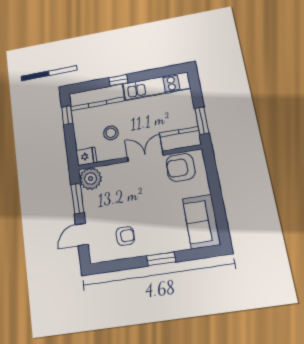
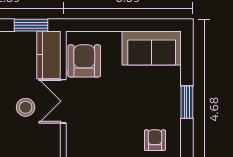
stool: (111, 133) -> (26, 107), moved
armchair: (181, 167) -> (84, 61), turned 180

